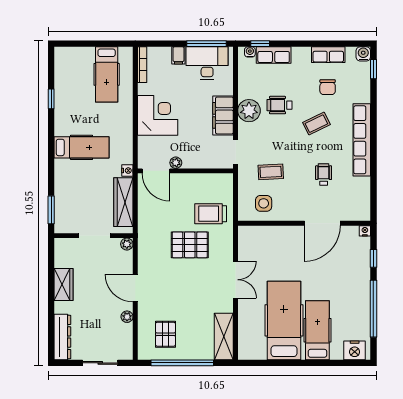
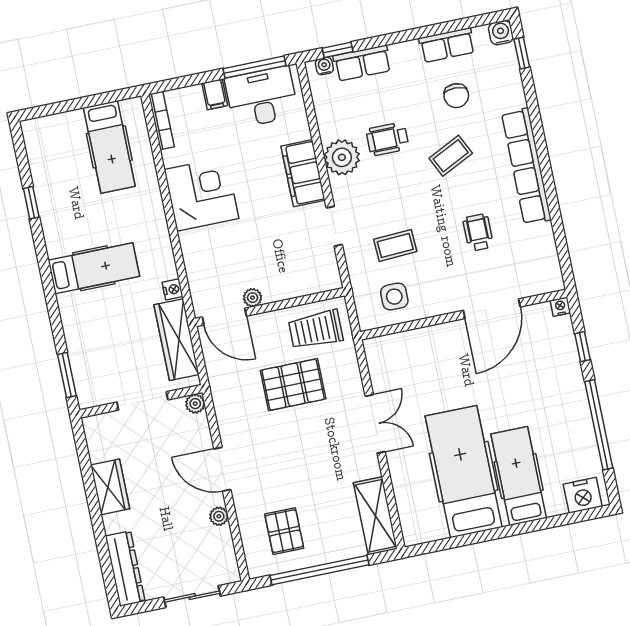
plant: (176, 163) -> (253, 298), moved
door: (156, 171) -> (224, 317), moved
wall: (185, 171) -> (270, 307), moved

